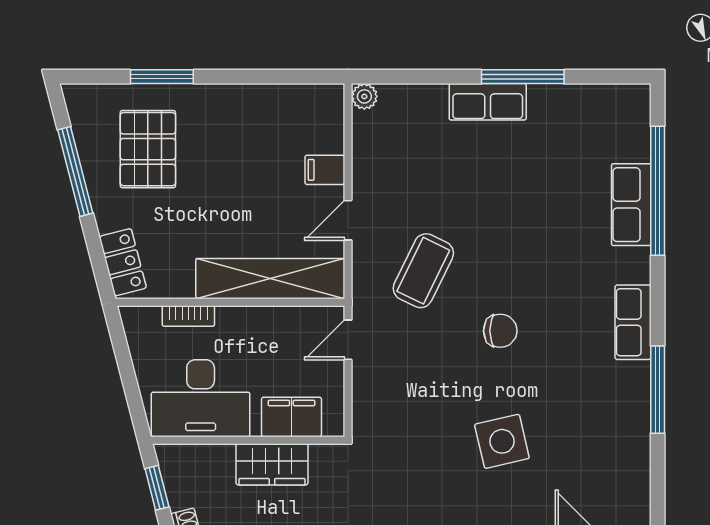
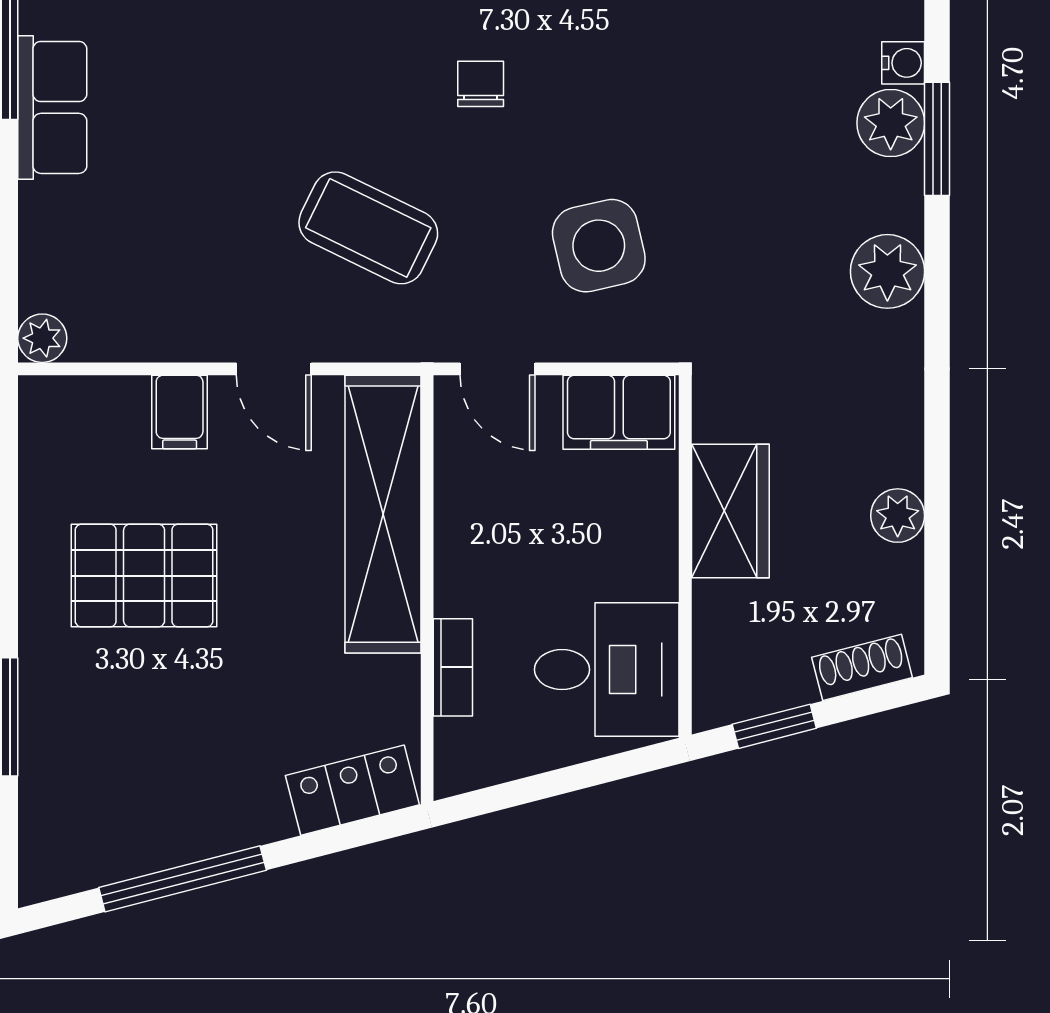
pallet: (148, 149) -> (144, 576), moved
chair: (500, 331) -> (481, 84), width x0.73, depth x0.73
desk: (201, 398) -> (607, 670), width x0.73
filing cabinet: (291, 417) -> (619, 412), moved, turned -90
side table: (502, 441) -> (599, 246), moved

